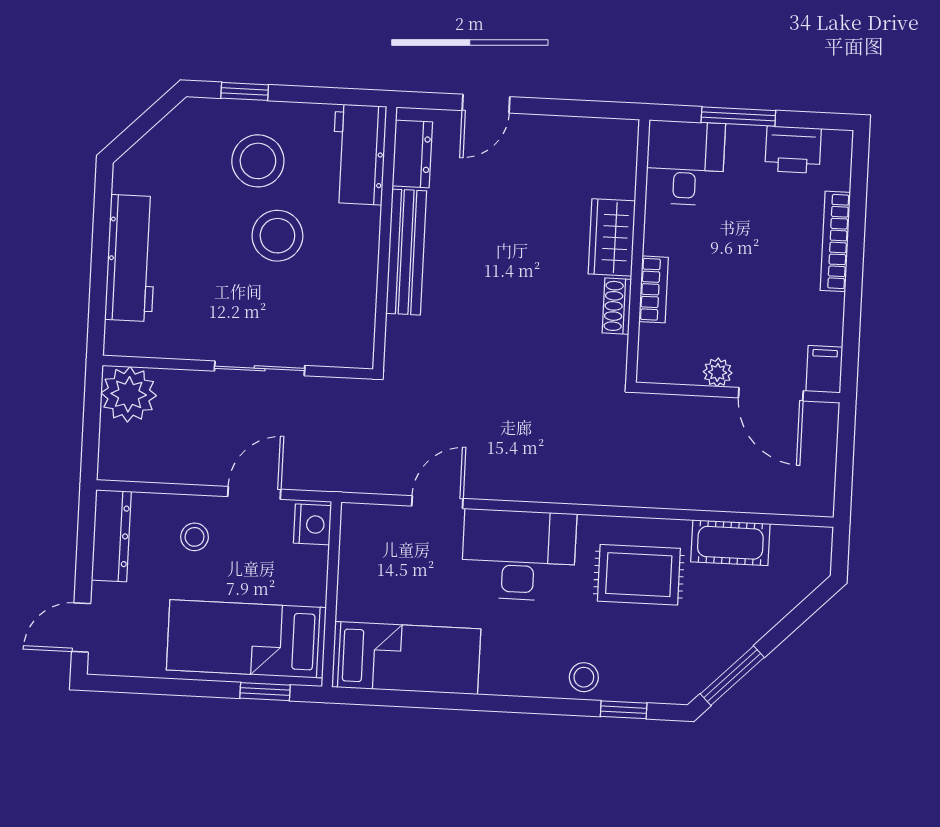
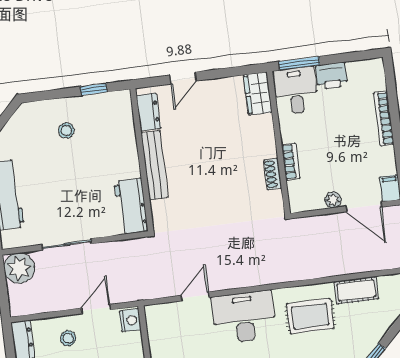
window: (245, 91) -> (94, 89), moved
window: (738, 116) -> (299, 63), moved
printer: (793, 150) -> (332, 76), moved
workbench: (359, 154) -> (131, 206), moved
stool: (258, 161) -> (66, 130), width x0.53, depth x0.53
stool: (277, 236) -> (84, 169), removed
wardrobe: (612, 237) -> (258, 93), moved
sliding door: (260, 368) -> (67, 244), moved

